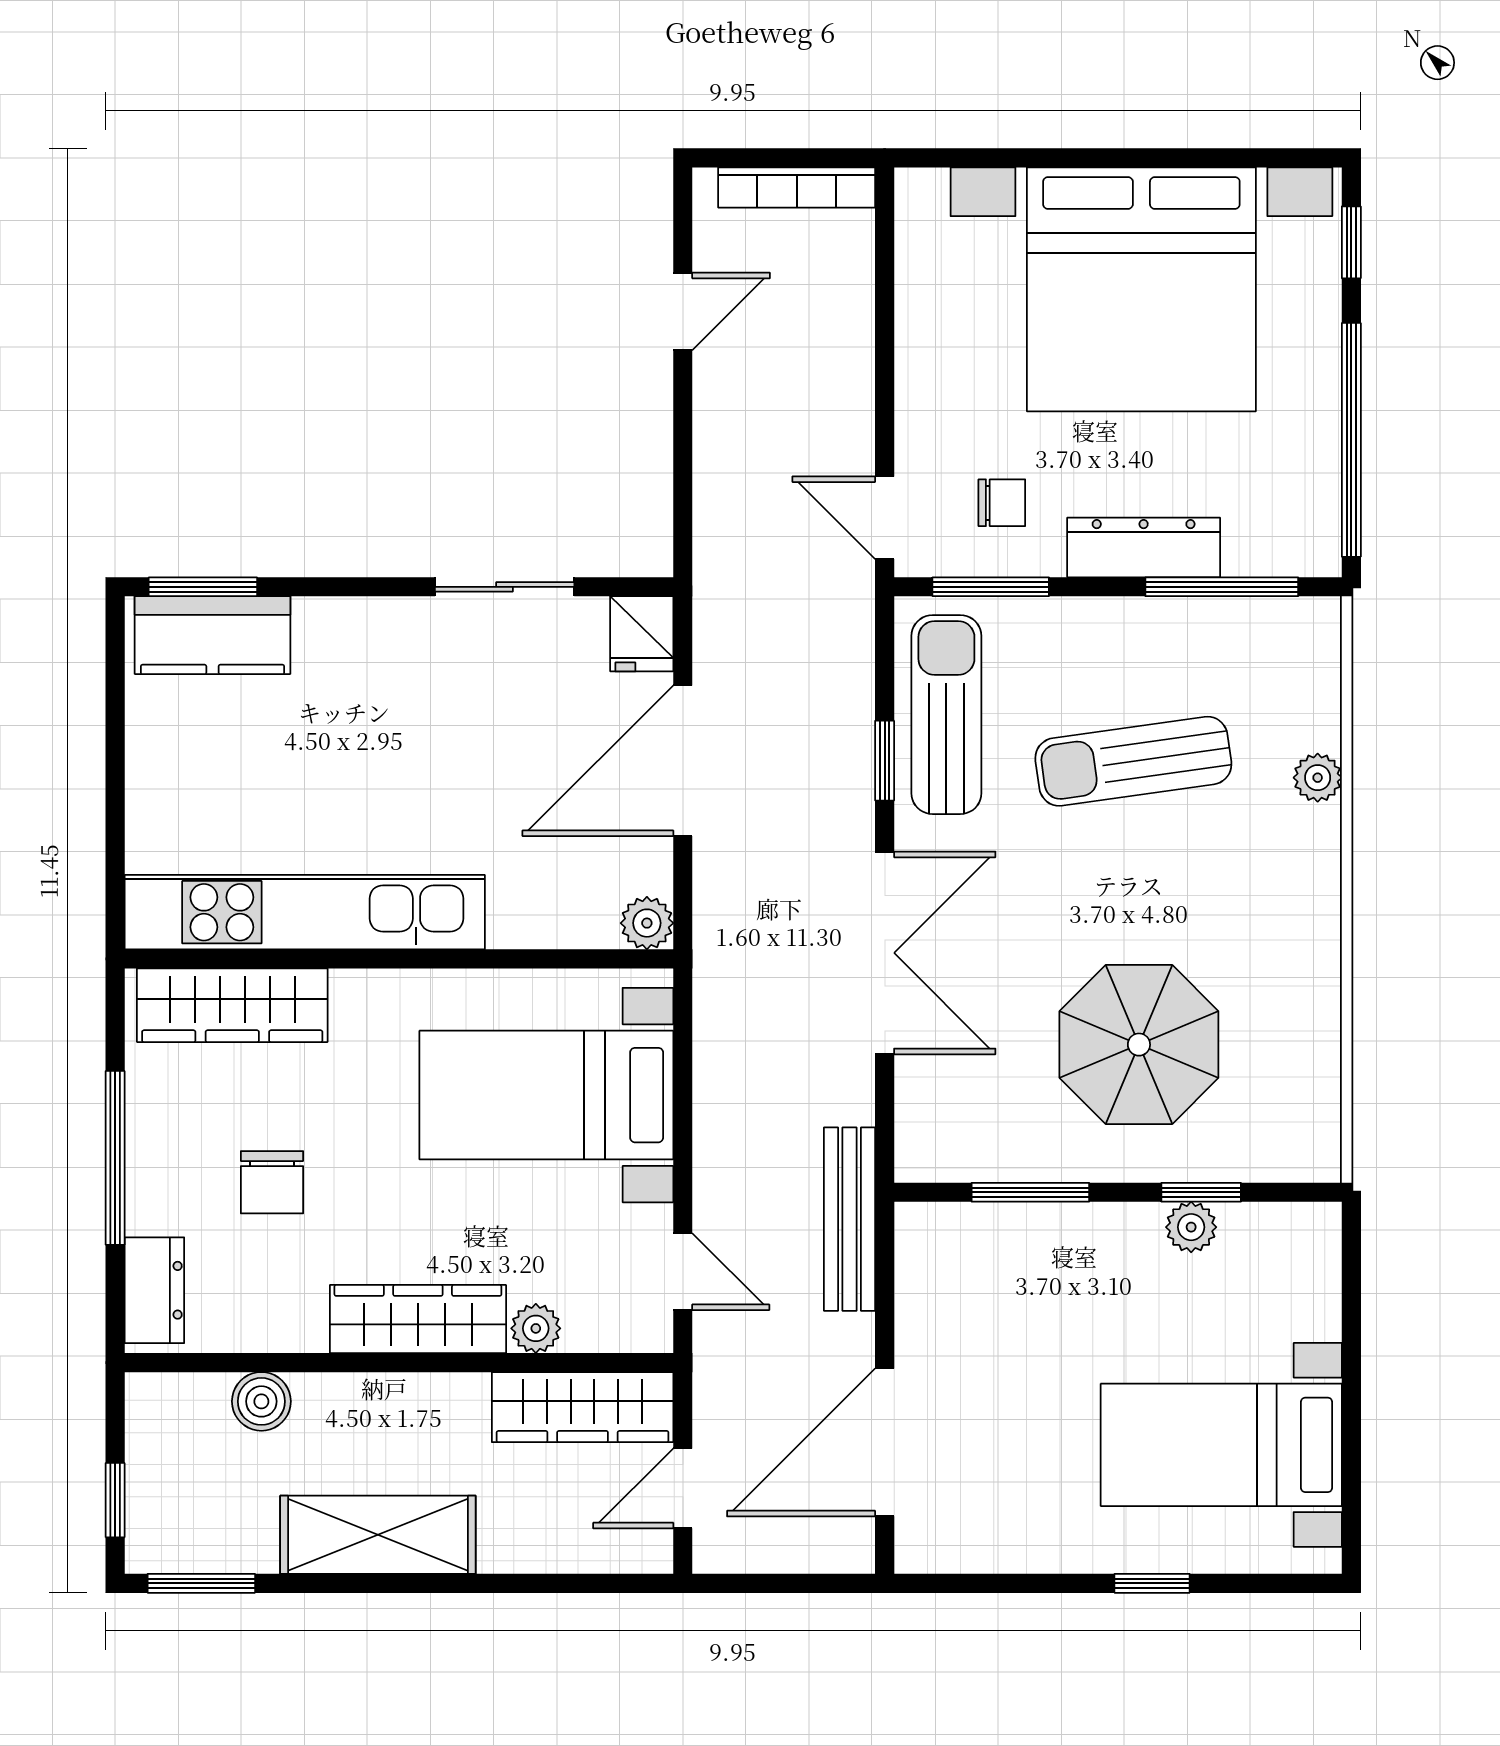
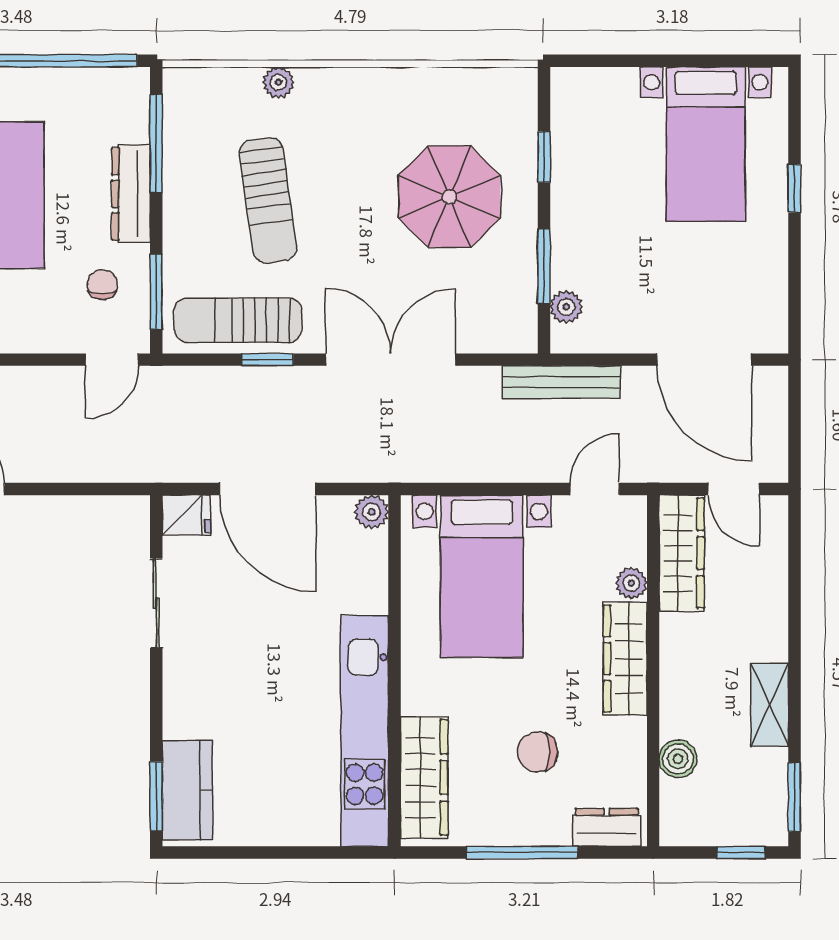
chair: (272, 1182) -> (538, 752), turned 180
plant: (1191, 1227) -> (566, 307), moved
shelving: (378, 1535) -> (770, 705), width x0.67, depth x0.75

